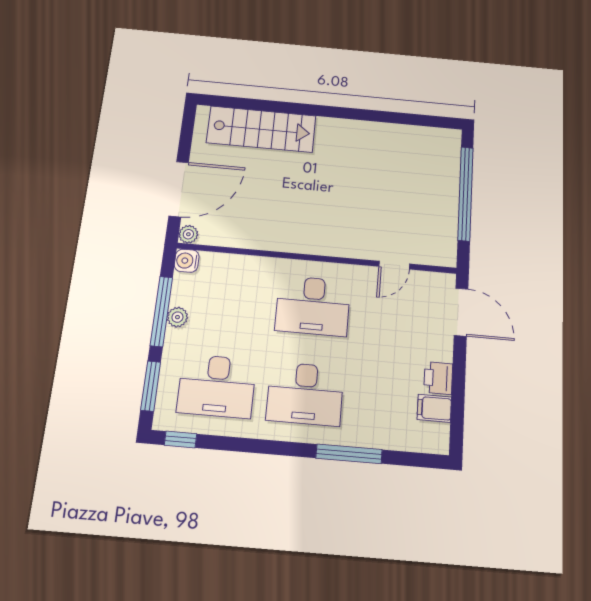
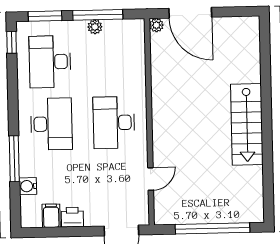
stairs: (261, 129) -> (247, 124), moved
water cooler: (187, 261) -> (28, 186), moved, turned -90
door: (394, 265) -> (151, 179), swing flipped
desk: (305, 394) -> (51, 124), turned 180

